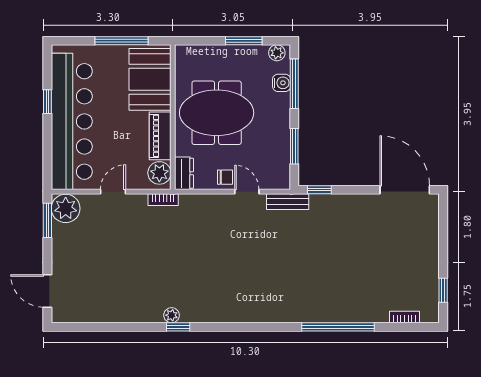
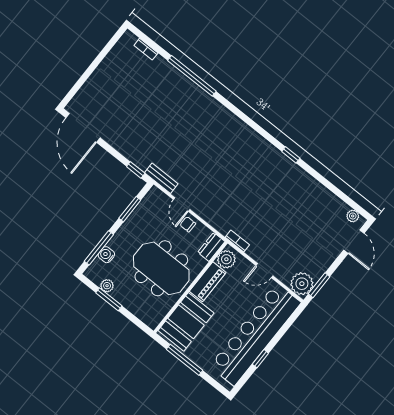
plant: (277, 53) -> (107, 286), moved
window: (443, 290) -> (109, 47), removed
plant: (172, 315) -> (353, 216), moved

